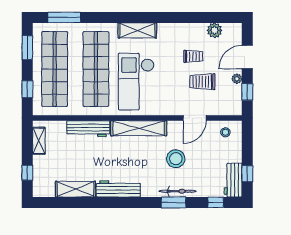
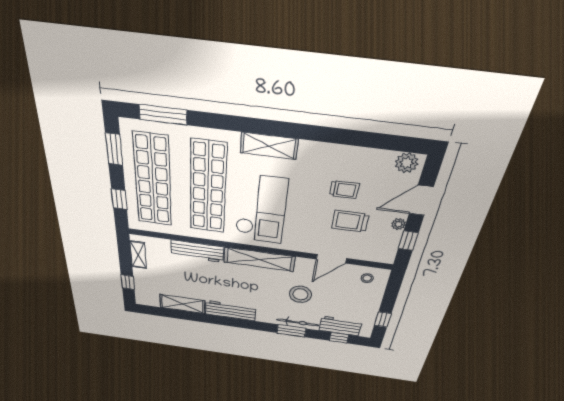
plant: (214, 30) -> (407, 163), moved
checkout: (136, 82) -> (261, 209), turned 180
workbench: (233, 180) -> (340, 326), moved, turned 90

